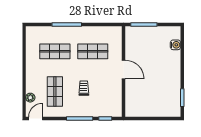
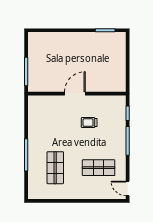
water cooler: (176, 45) -> (48, 37), removed
shop shelf: (93, 51) -> (55, 127), removed
trolley: (84, 88) -> (89, 123), moved
plant: (30, 98) -> (105, 194), removed

